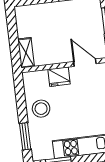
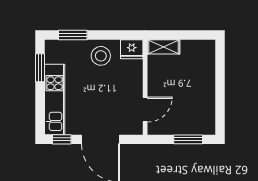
fridge: (59, 77) -> (132, 49), moved, turned -90

